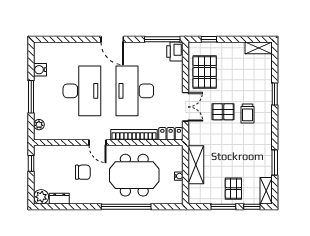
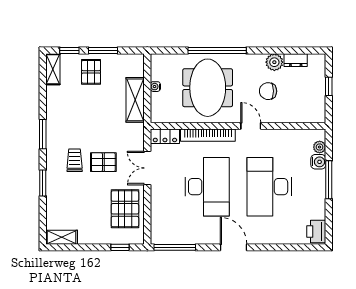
printer: (175, 52) -> (316, 232), moved, turned 180
water cooler: (40, 70) -> (318, 162), moved
window: (275, 162) -> (43, 134), moved
window: (31, 163) -> (329, 86), moved
meeting table: (134, 175) -> (208, 88), turned 90
plant: (41, 197) -> (274, 62), moved

